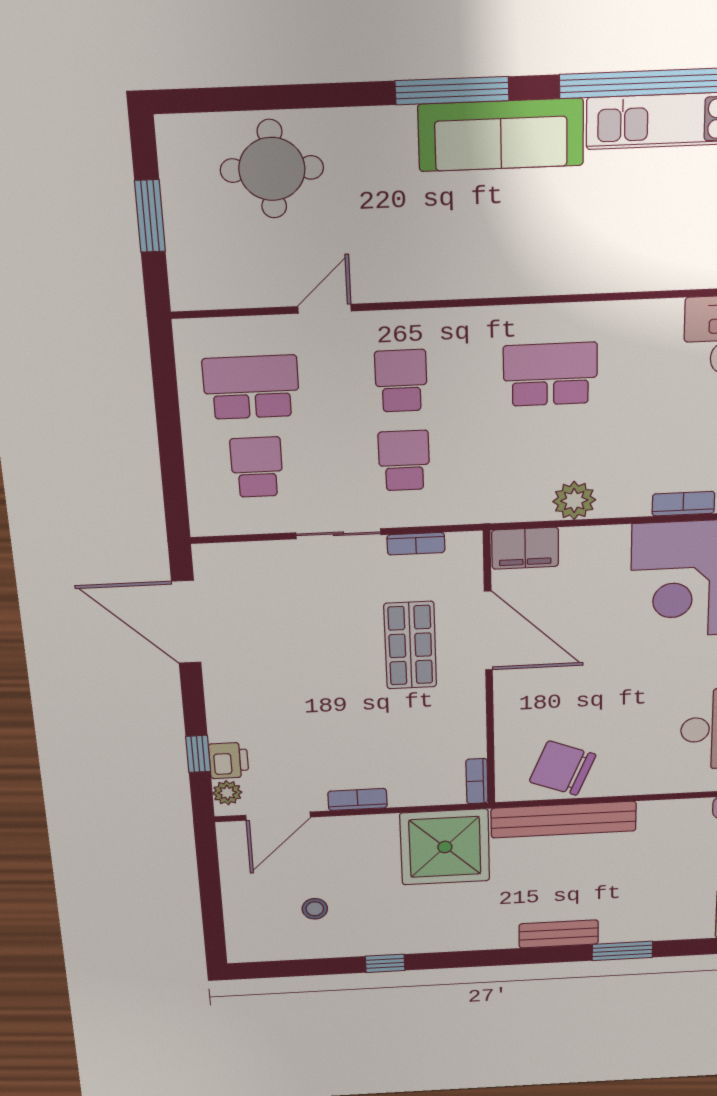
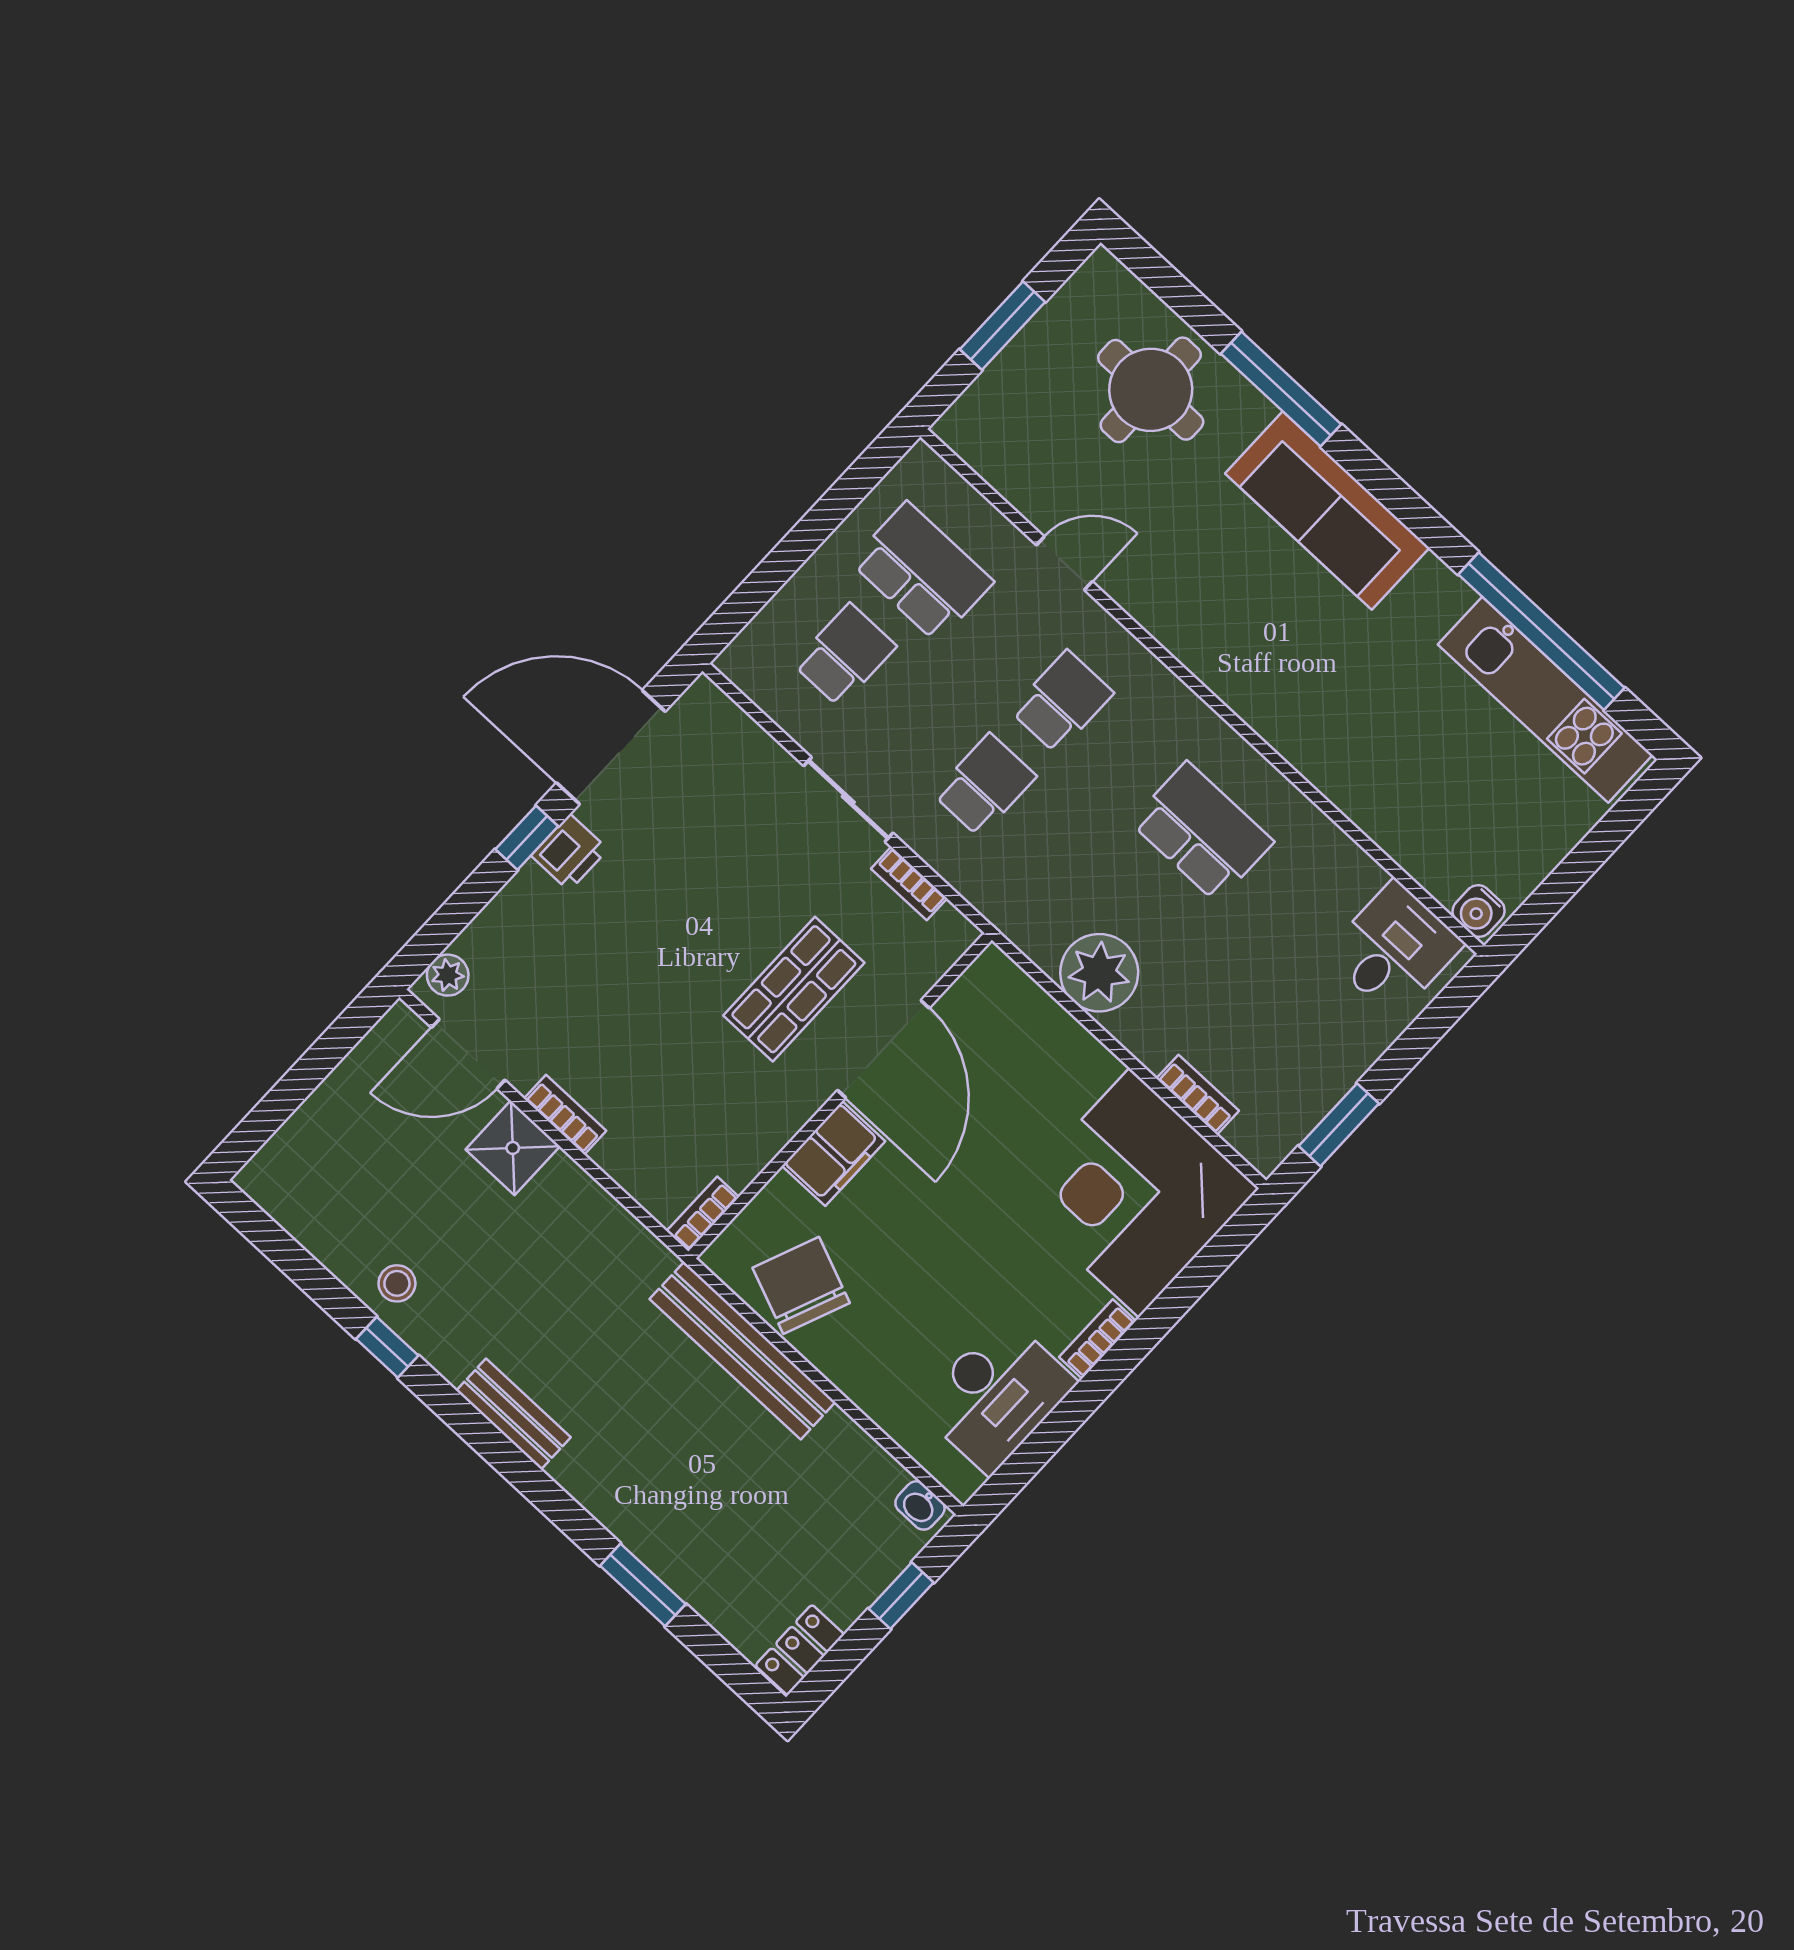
window: (452, 91) -> (1281, 389), moved
sofa: (501, 135) -> (1327, 511), moved
plant: (574, 501) -> (1099, 973), width x1.36, depth x1.36
filing cabinet: (525, 548) -> (834, 1153), moved, turned -90
door: (186, 622) -> (611, 747), hinge flipped
window: (198, 754) -> (527, 838), moved
printer: (229, 761) -> (569, 852), moved
shower: (445, 847) -> (513, 1148), moved, width x0.54, depth x0.54
stool: (315, 909) -> (397, 1283), moved
bench: (559, 934) -> (513, 1414), moved

